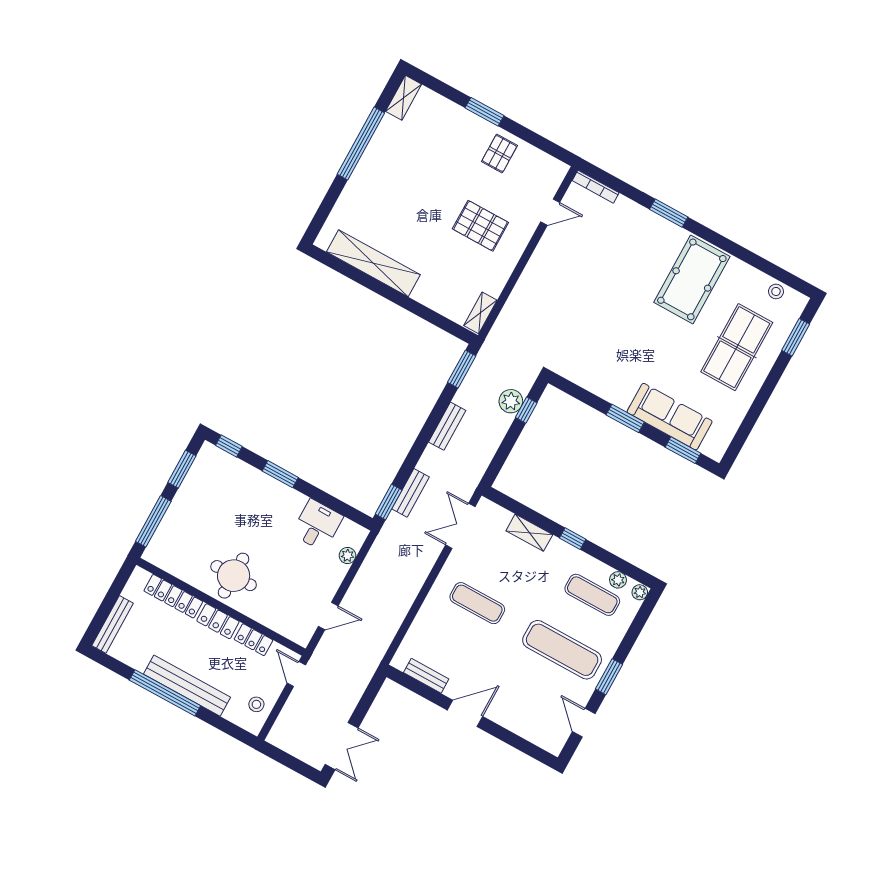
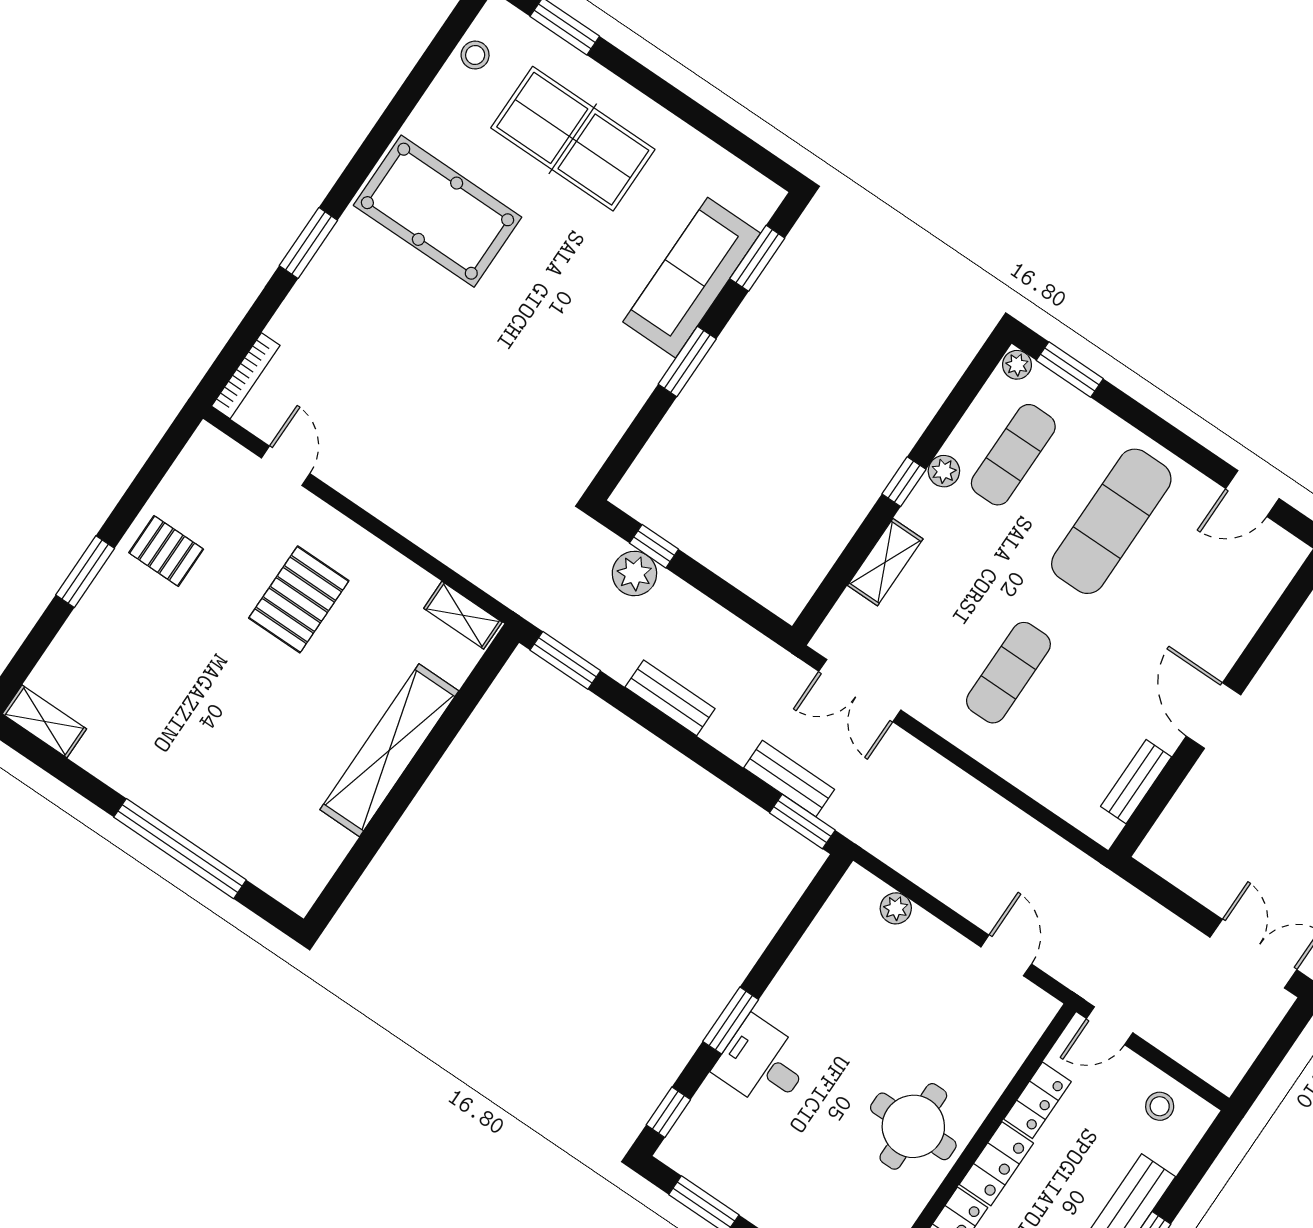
window: (361, 143) -> (180, 849), moved
shelving: (373, 263) -> (389, 750), moved
desk: (317, 525) -> (763, 1064), moved
plant: (618, 580) -> (944, 471), moved
window: (609, 677) -> (1070, 369), moved

